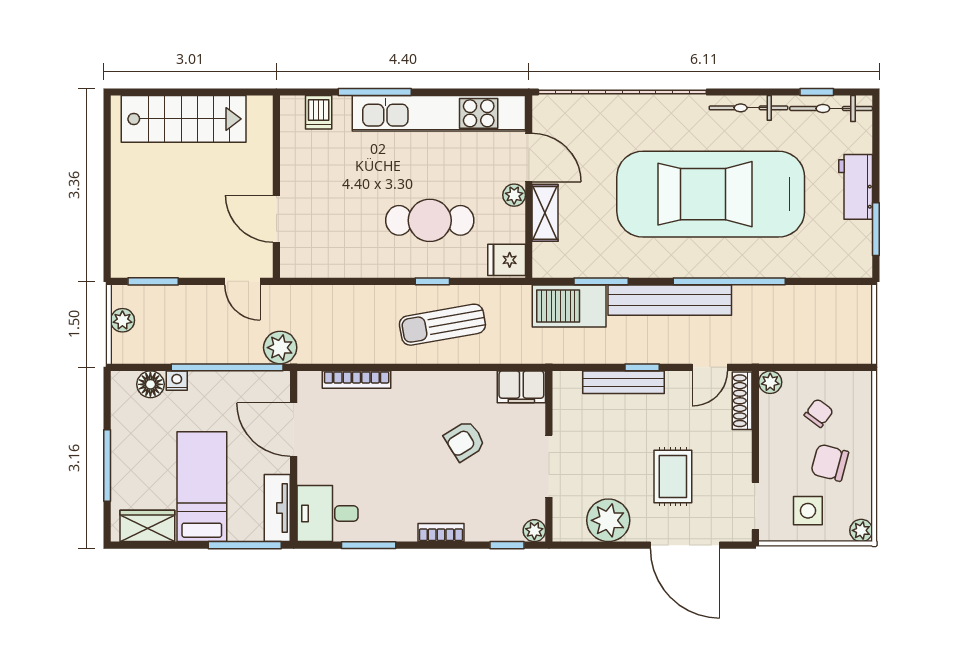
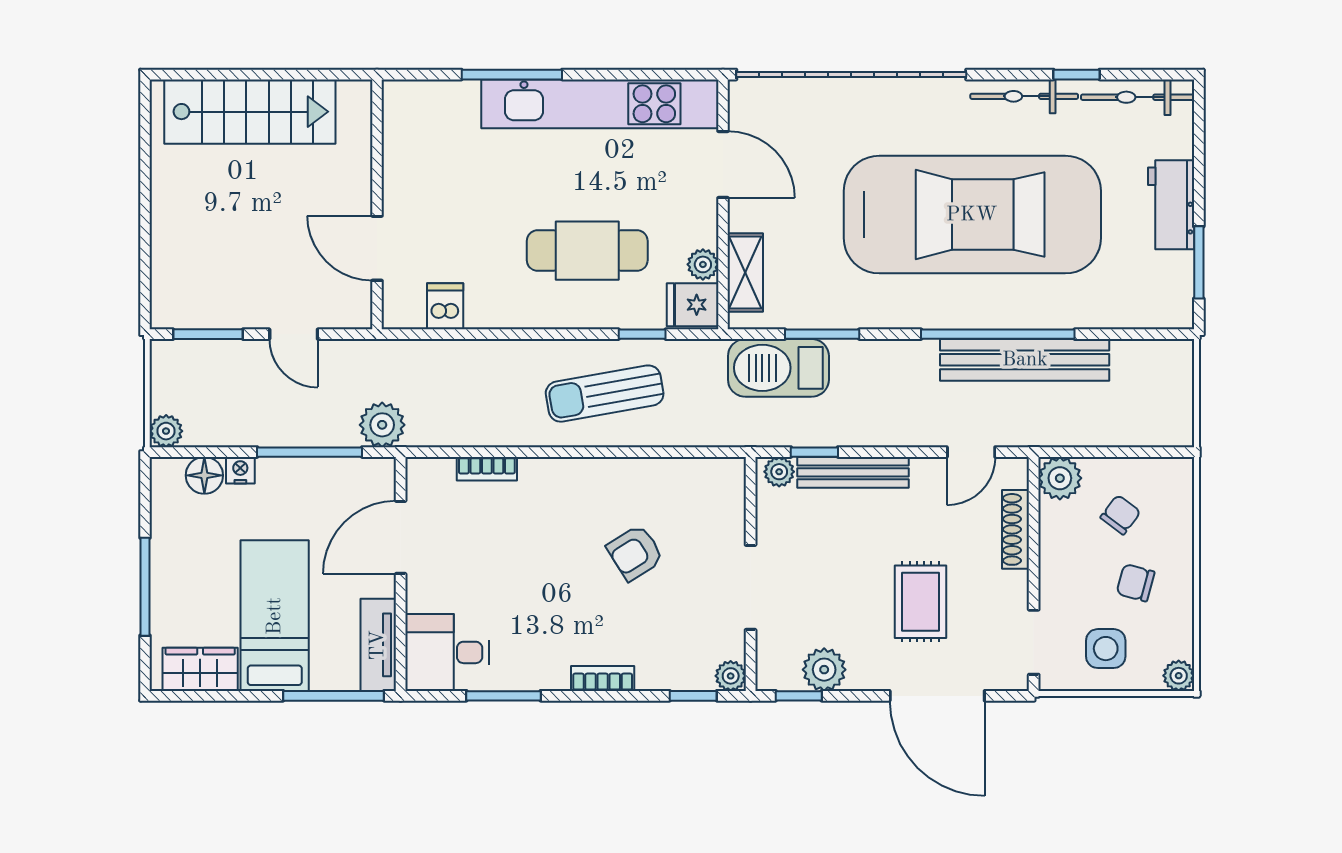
window: (817, 92) -> (1077, 75), moved
dishwasher: (319, 112) -> (445, 306), moved, turned 180
car: (711, 194) -> (972, 215), turned 180
plant: (514, 195) -> (703, 264), moved
shelving: (545, 213) -> (745, 272), moved
door: (242, 281) -> (294, 334), moved
window: (432, 281) -> (642, 334), moved
bench: (670, 300) -> (1025, 360), moved
plant: (122, 320) -> (166, 431), moved
window: (227, 367) -> (310, 452), width x0.68
window: (642, 367) -> (814, 452), moved
bookcase: (357, 380) -> (487, 469), width x0.64
plant: (570, 382) -> (779, 472), added
plant: (770, 382) -> (1060, 478), width x1.38, depth x1.38
filing cabinet: (521, 387) -> (713, 479), removed
shoe rack: (742, 401) -> (1015, 529), moved
door: (294, 430) -> (401, 537), hinge flipped
chair: (830, 463) -> (1136, 583), width x0.73, depth x0.73
plant: (608, 520) -> (824, 670), width x0.73, depth x0.73
window: (584, 545) -> (799, 696), added

